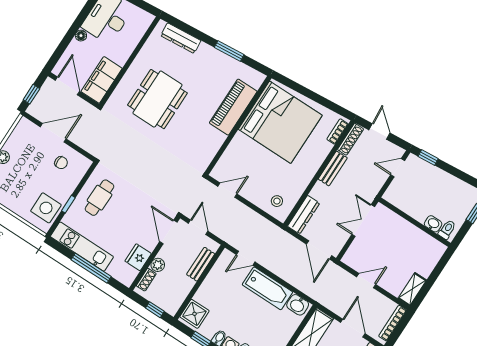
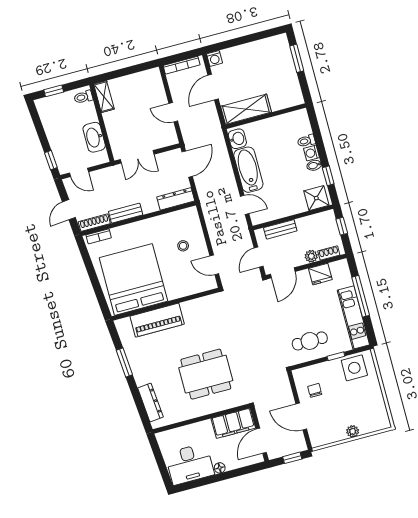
stool: (277, 201) -> (183, 246), moved
washbasin: (433, 224) -> (94, 137), moved, width x1.91, depth x1.45
shelving: (412, 289) -> (104, 97), moved, turned 90

